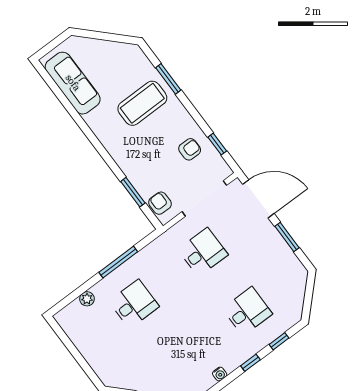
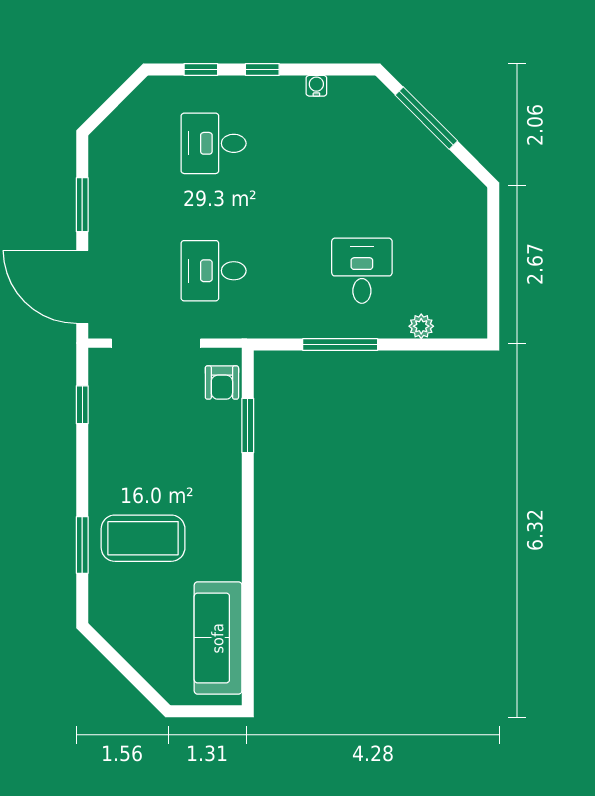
armchair: (190, 149) -> (125, 426), removed
desk: (134, 304) -> (362, 271), turned 90

